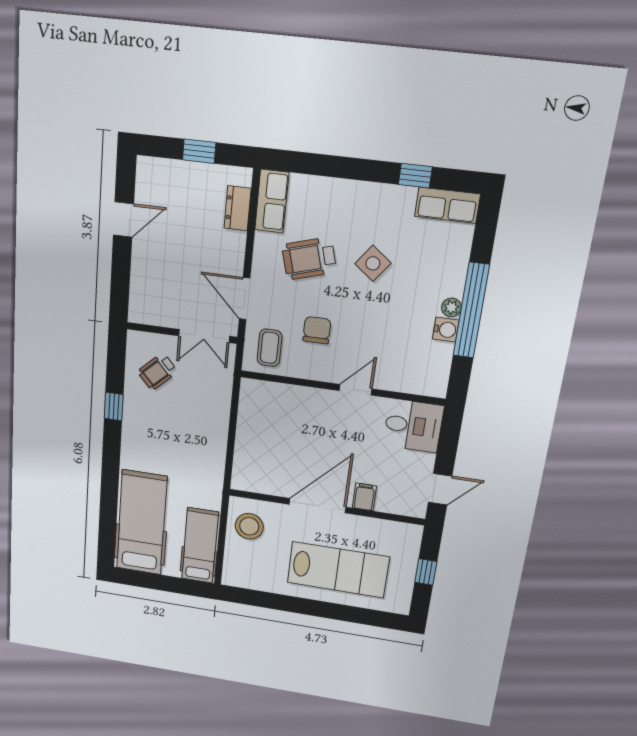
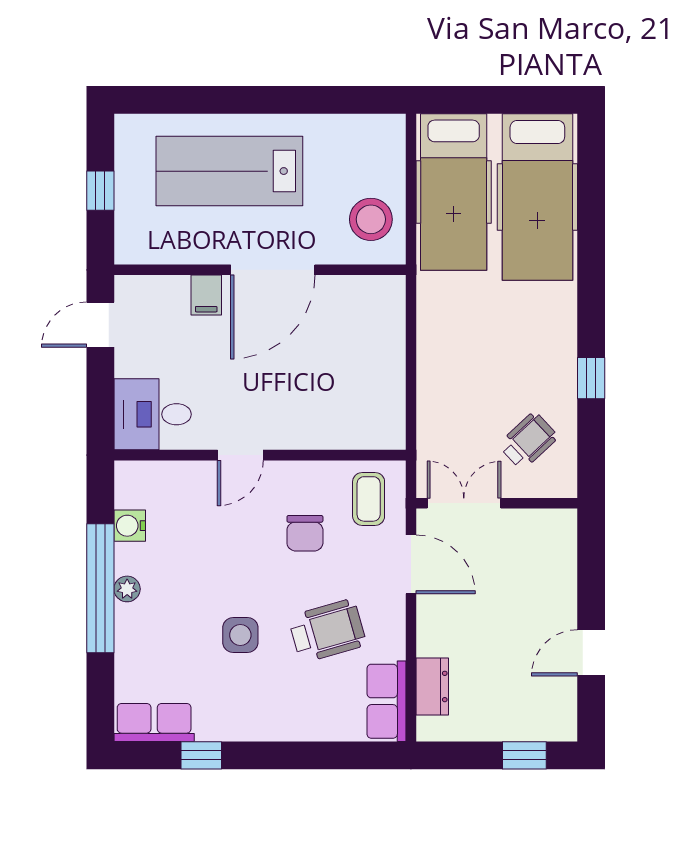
window: (199, 151) -> (524, 755), moved
side table: (373, 263) -> (240, 635), turned -37
water cooler: (446, 330) -> (130, 526), moved
hospital bed: (200, 546) -> (454, 192), width x1.37, depth x1.29

